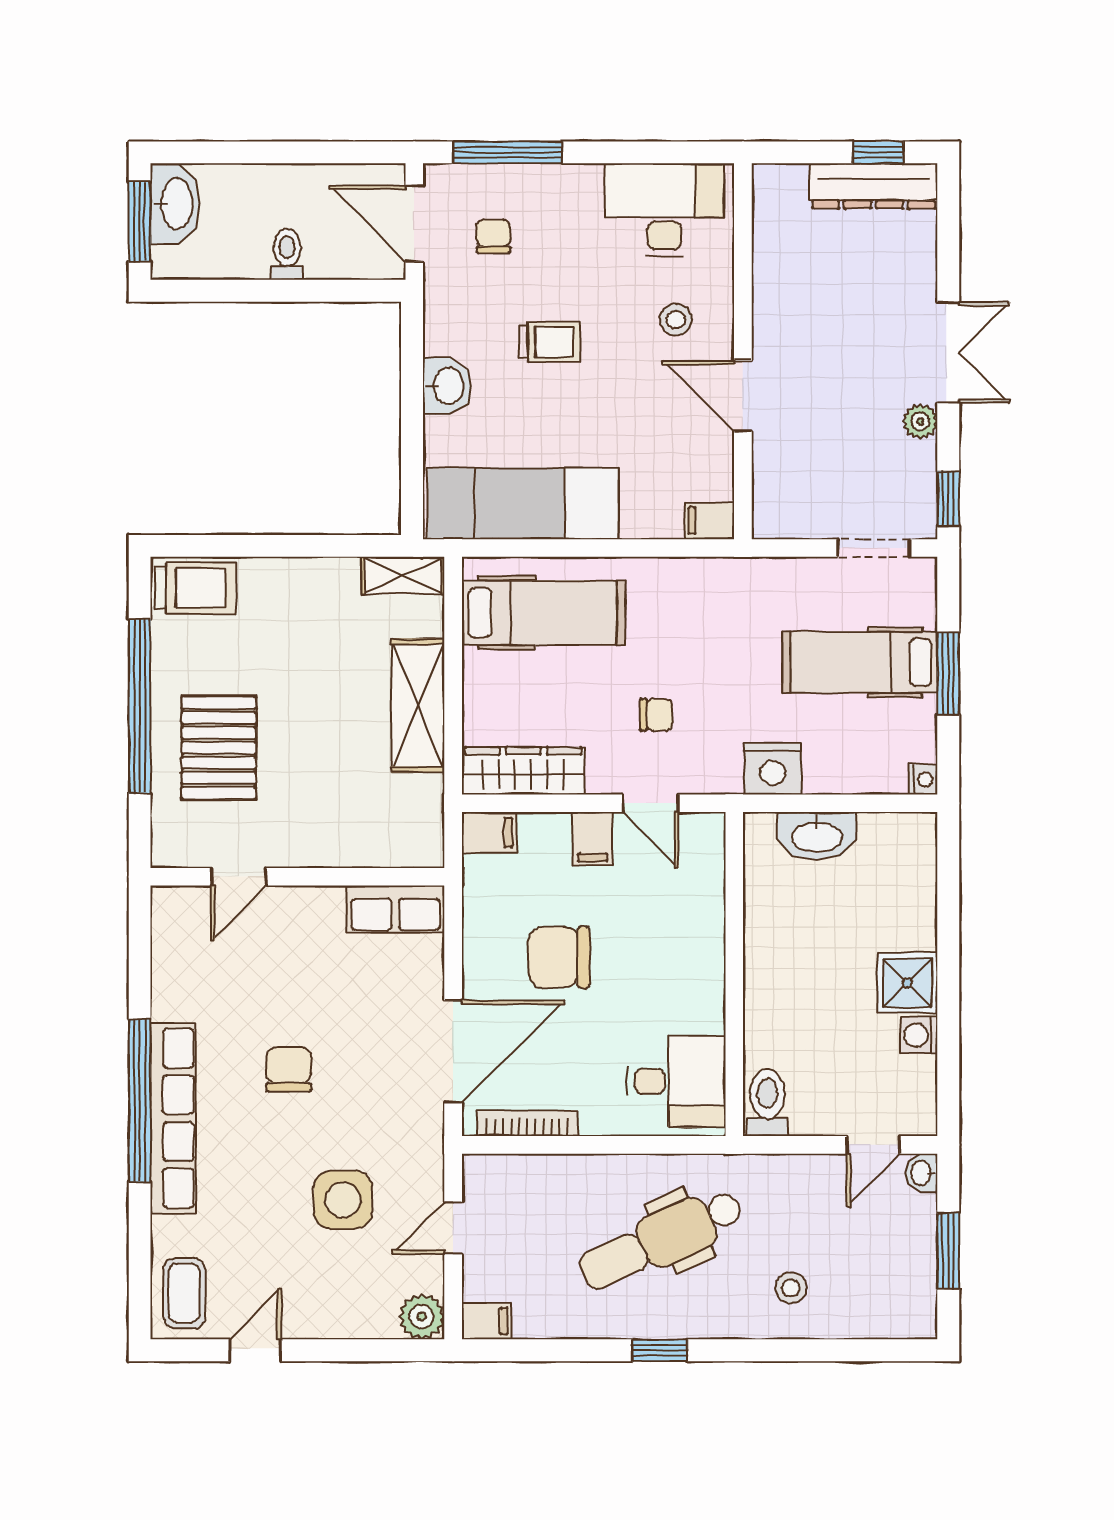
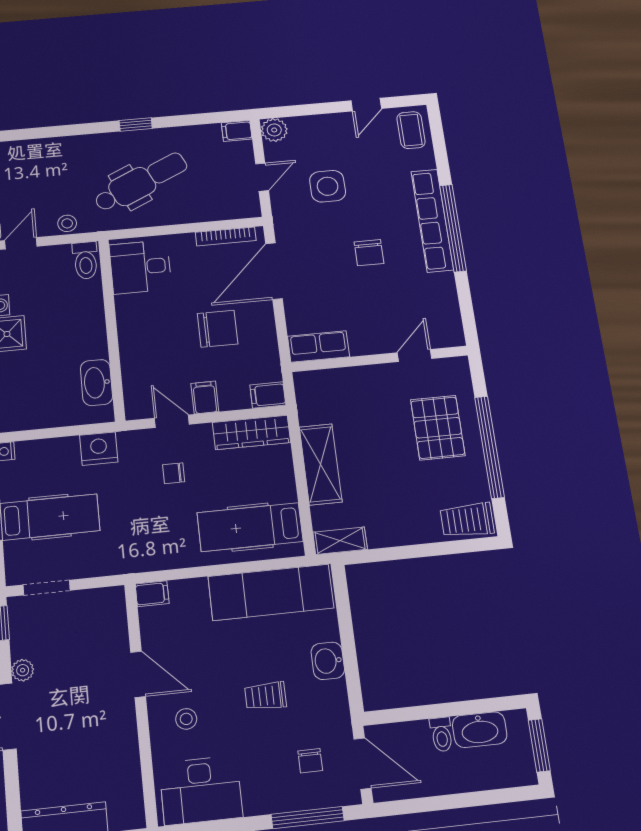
washbasin: (175, 204) -> (480, 730), moved, turned -90
washbasin: (817, 836) -> (96, 383), moved, turned -90
stool: (791, 1288) -> (67, 223), moved

